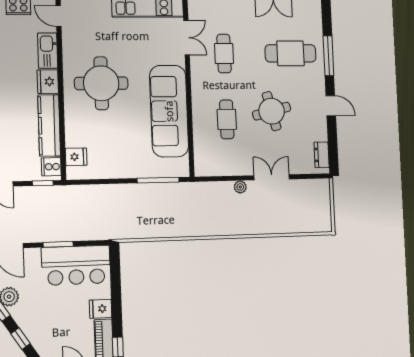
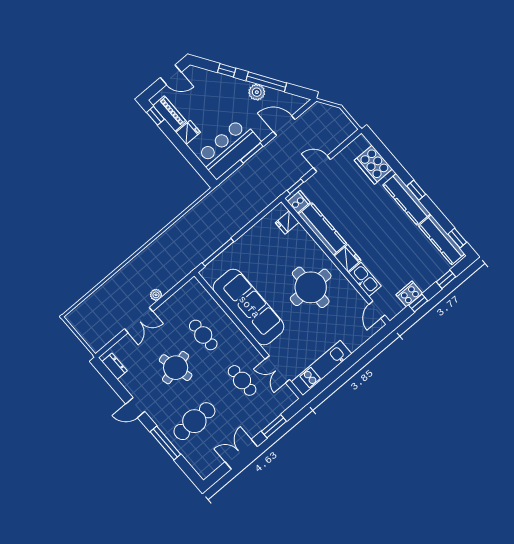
door: (59, 16) -> (377, 310), swing flipped

